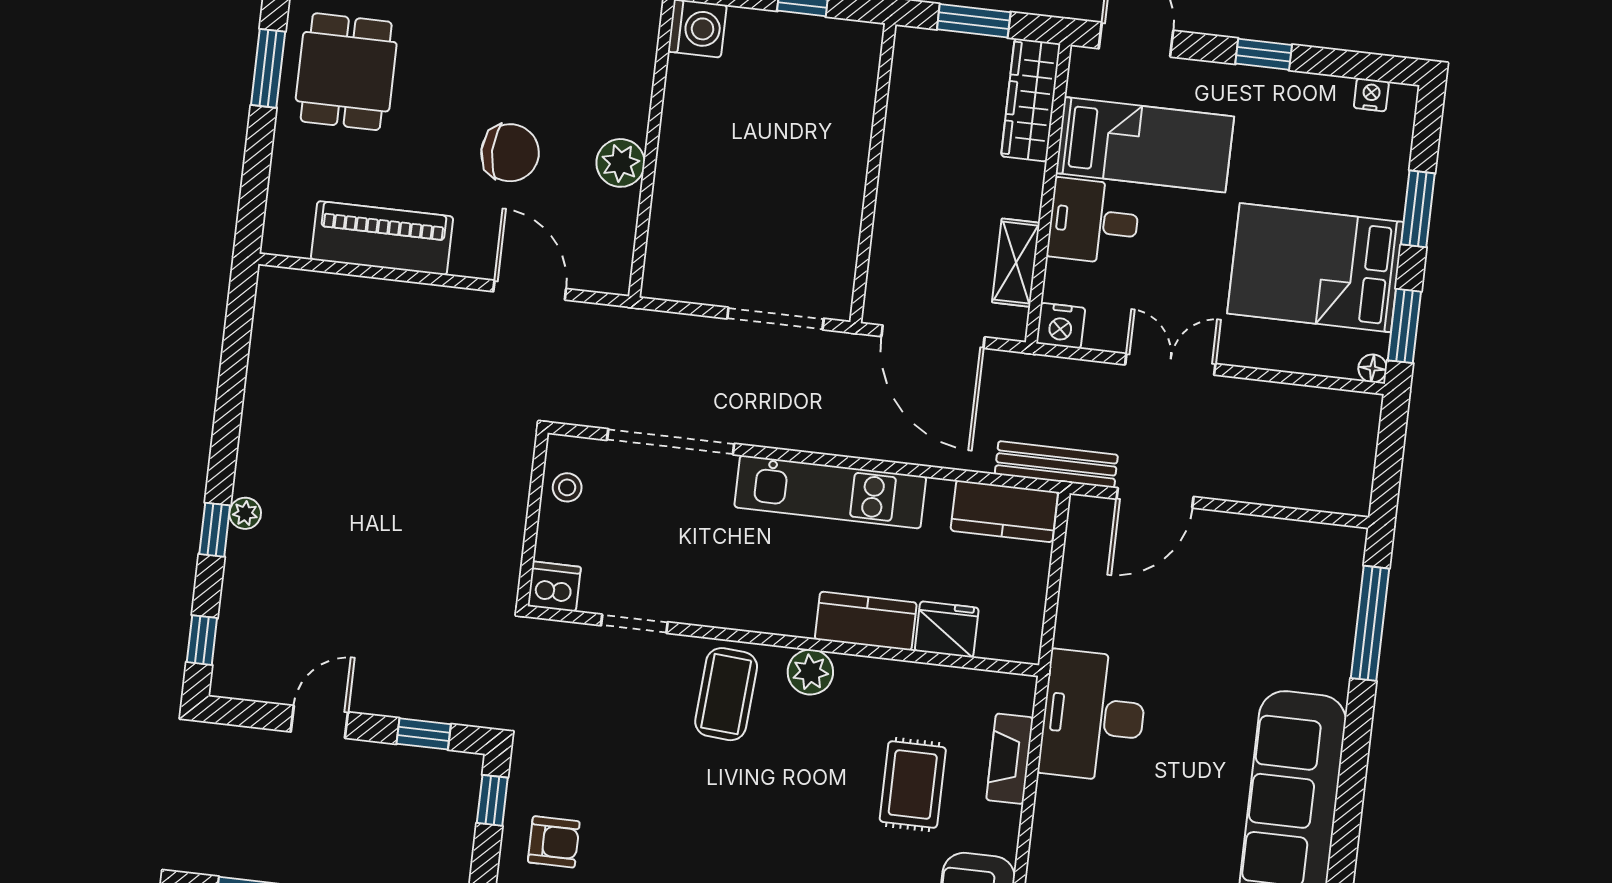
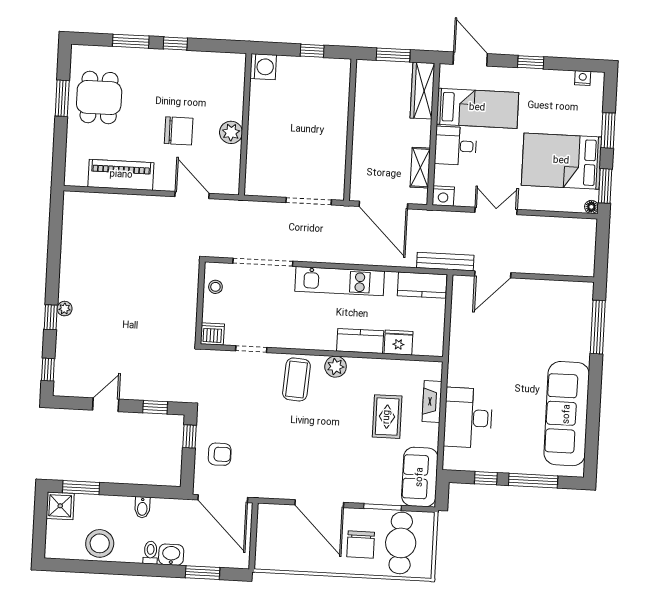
desk: (1093, 716) -> (468, 418), moved

